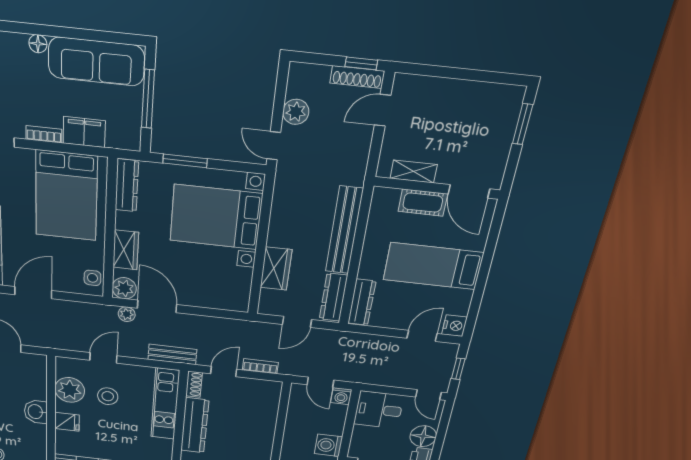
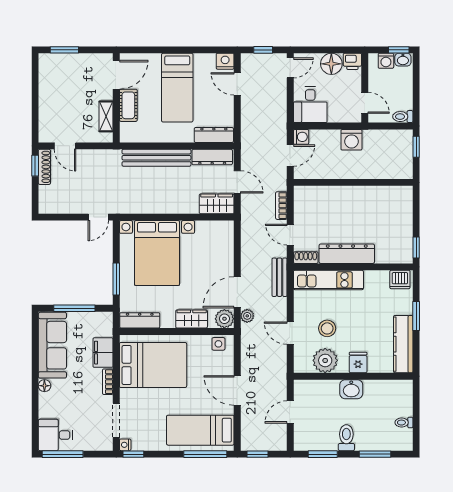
plant: (296, 112) -> (72, 205), removed
wardrobe: (276, 269) -> (217, 204), moved

